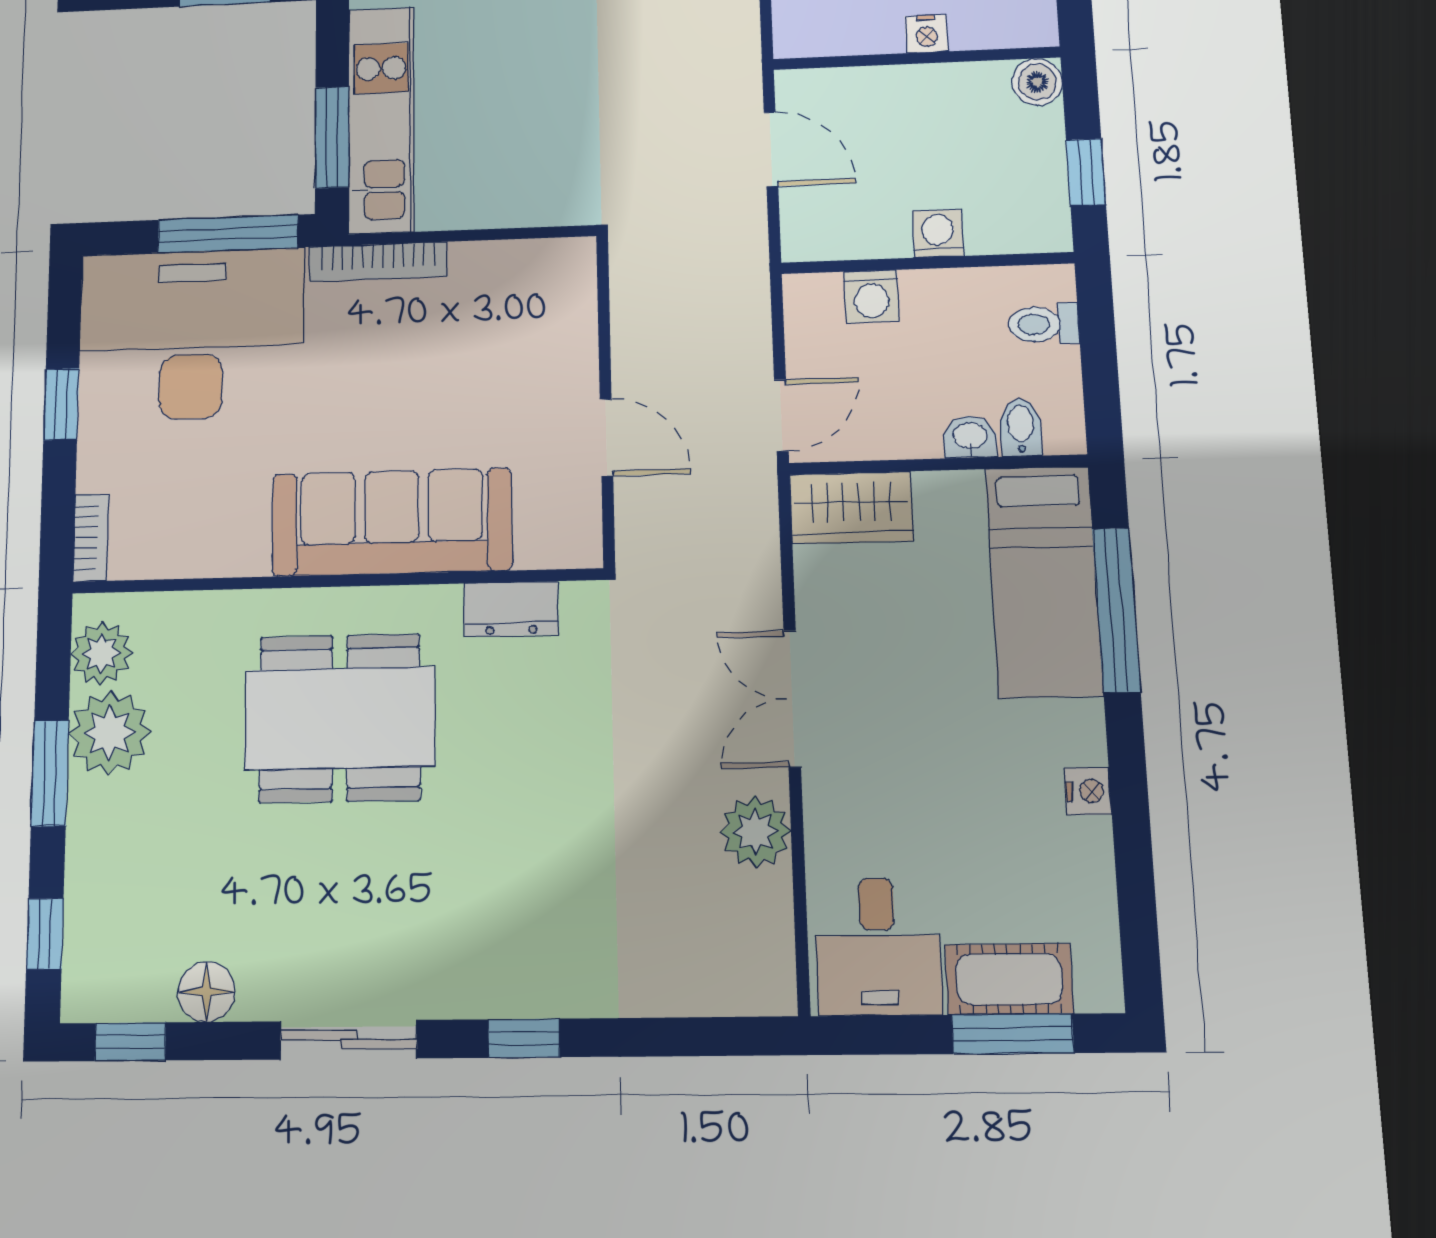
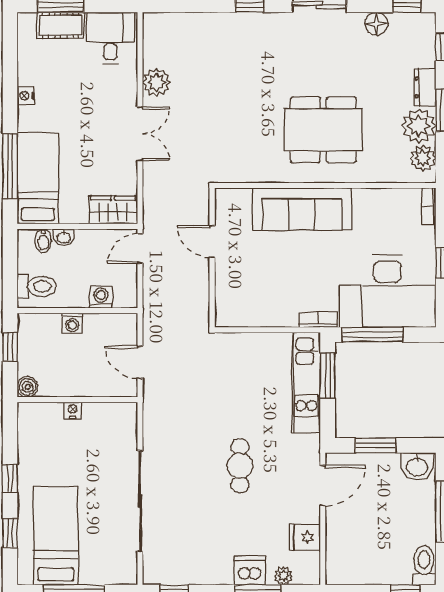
bookcase: (378, 262) -> (318, 320), width x0.64
toilet: (1044, 324) -> (37, 286), width x1.37, depth x1.39
dresser: (511, 609) -> (425, 87), moved, turned -90

